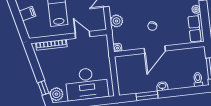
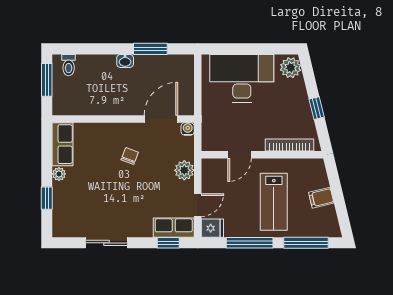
door: (82, 35) -> (240, 155), hinge flipped
door: (155, 50) -> (161, 119), moved
window: (43, 88) -> (317, 108), moved

